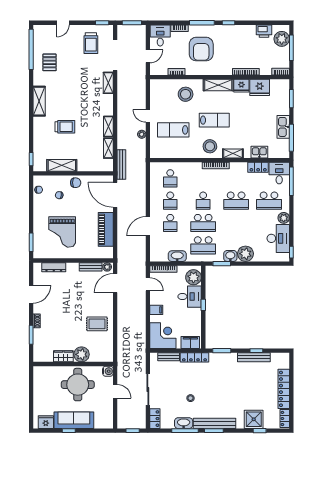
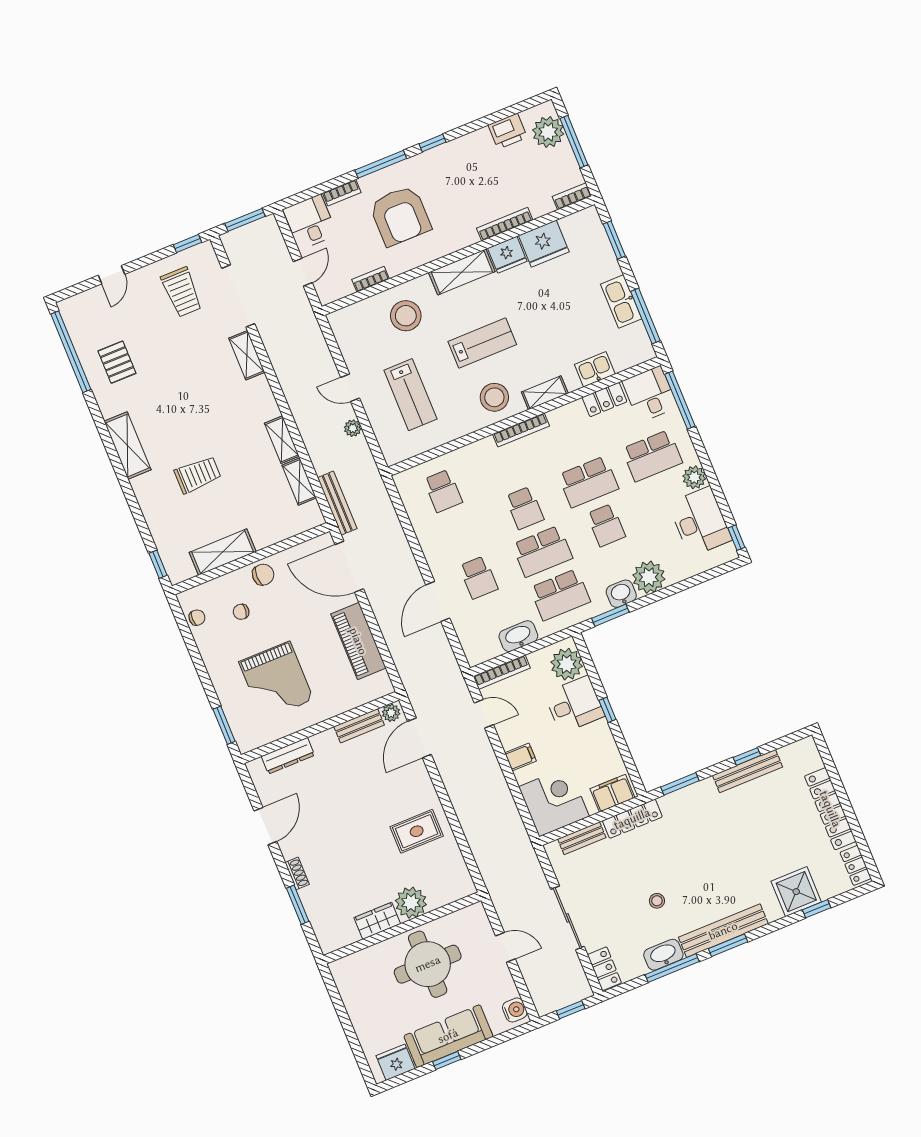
lab bench: (173, 130) -> (410, 395), turned -90
school desk: (170, 201) -> (606, 525), moved
water cooler: (108, 371) -> (515, 1010), moved

